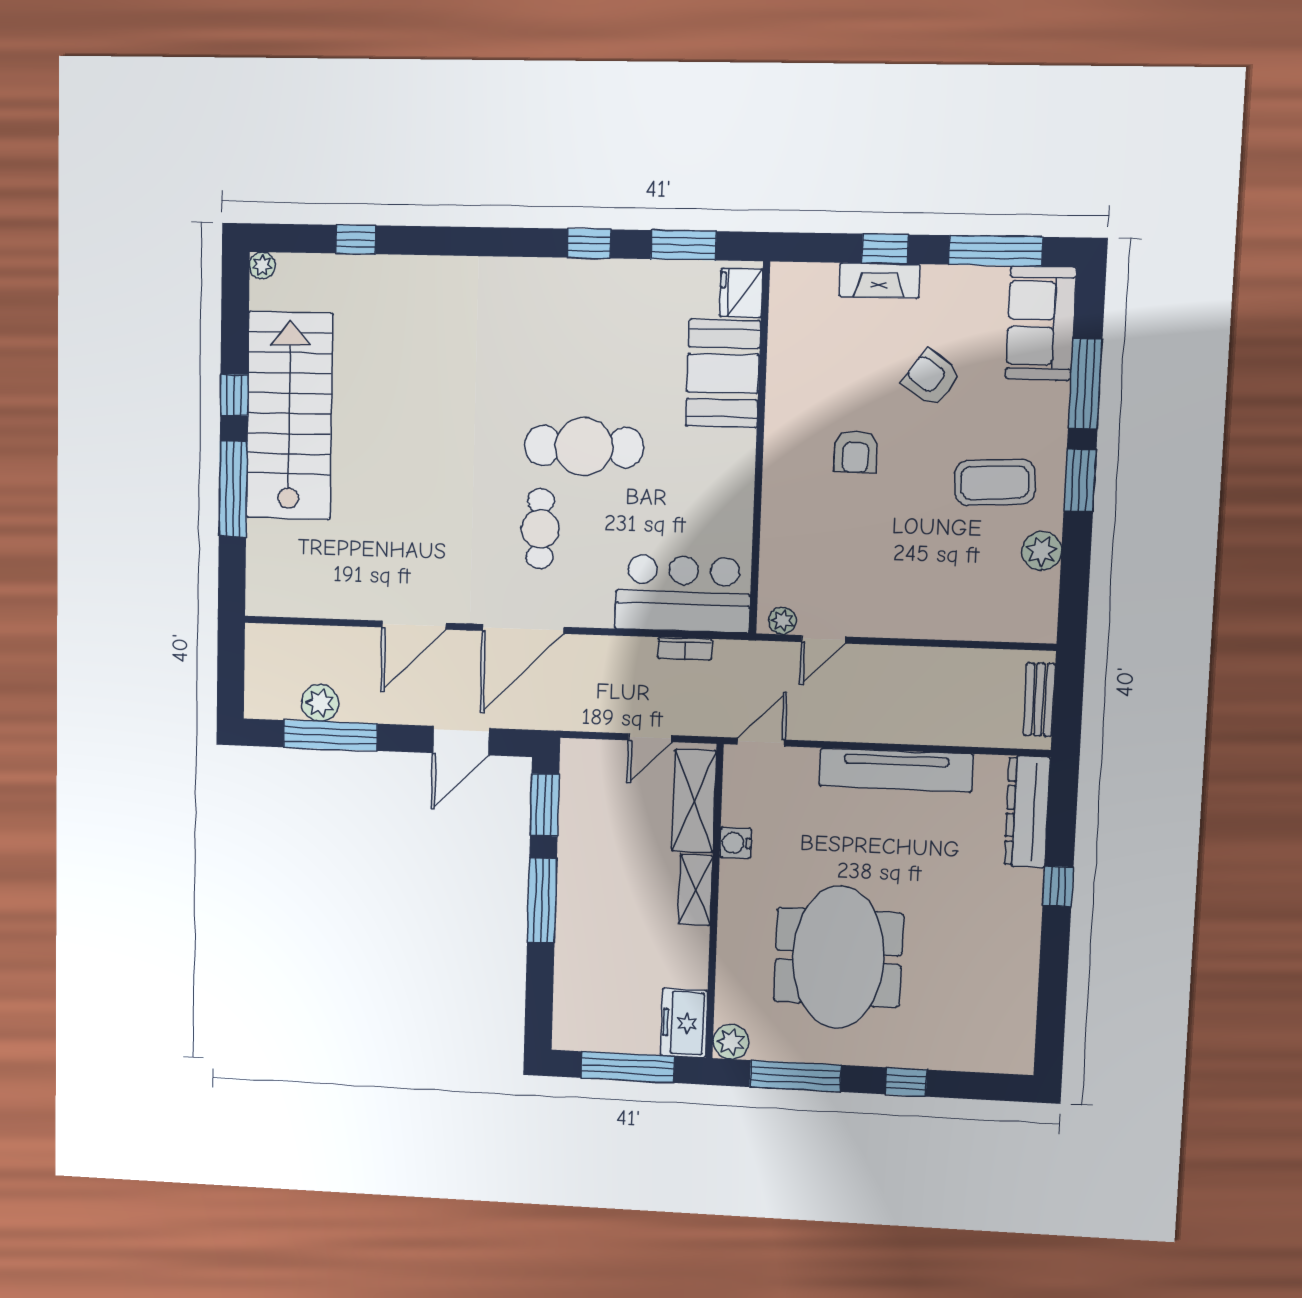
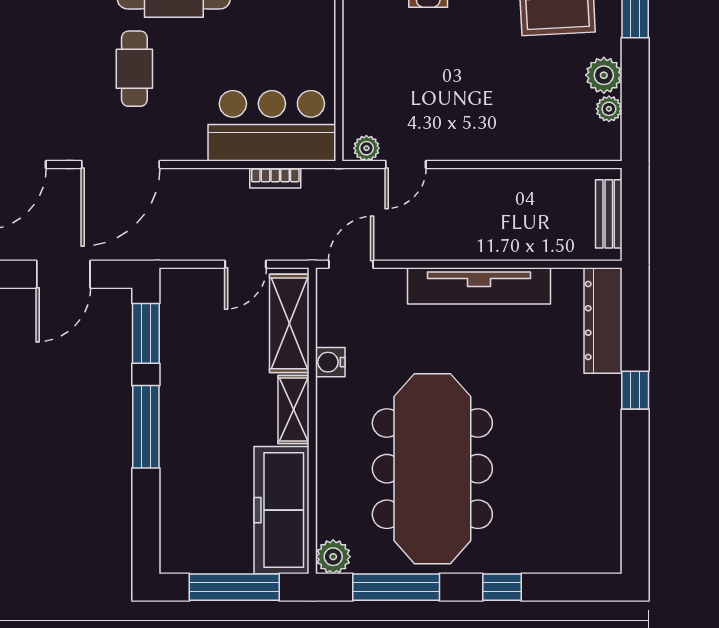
plant: (1045, 587) -> (609, 109), added
meeting table: (838, 957) -> (432, 469), width x1.36
freezer: (684, 1023) -> (282, 510), width x1.91, depth x1.26

